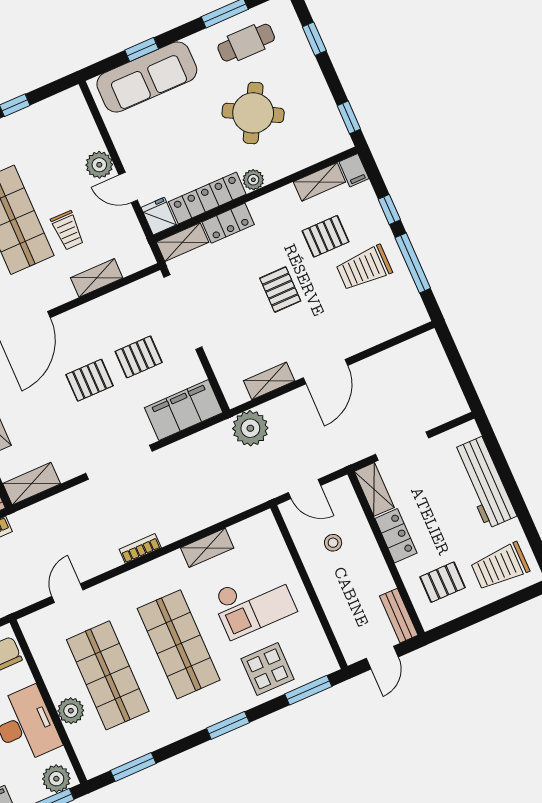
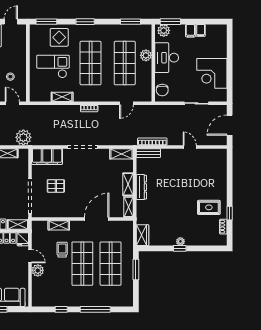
pallet: (90, 380) -> (80, 185), removed

